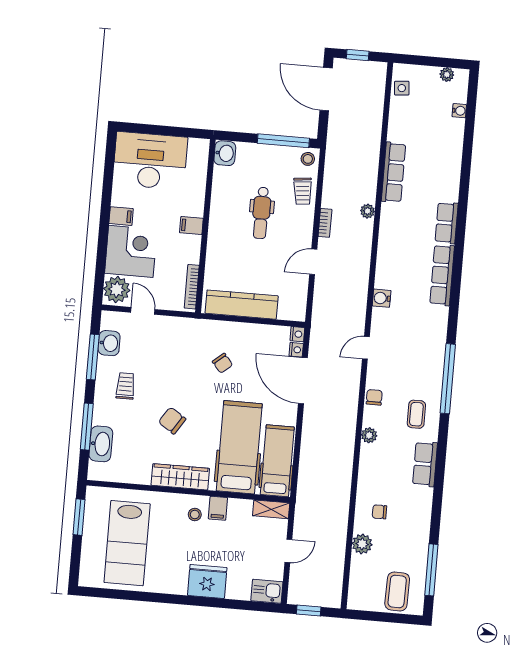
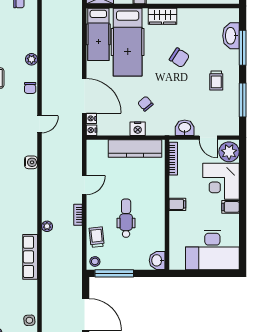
nightstand: (236, 331) -> (138, 129), added
washbasin: (109, 343) -> (185, 128), moved, turned 90
wardrobe: (180, 477) -> (163, 16), width x0.67

